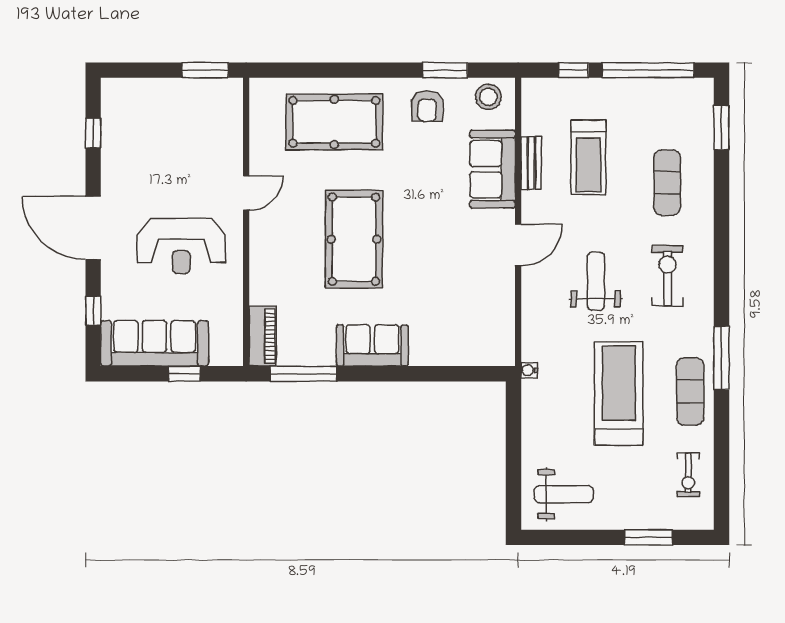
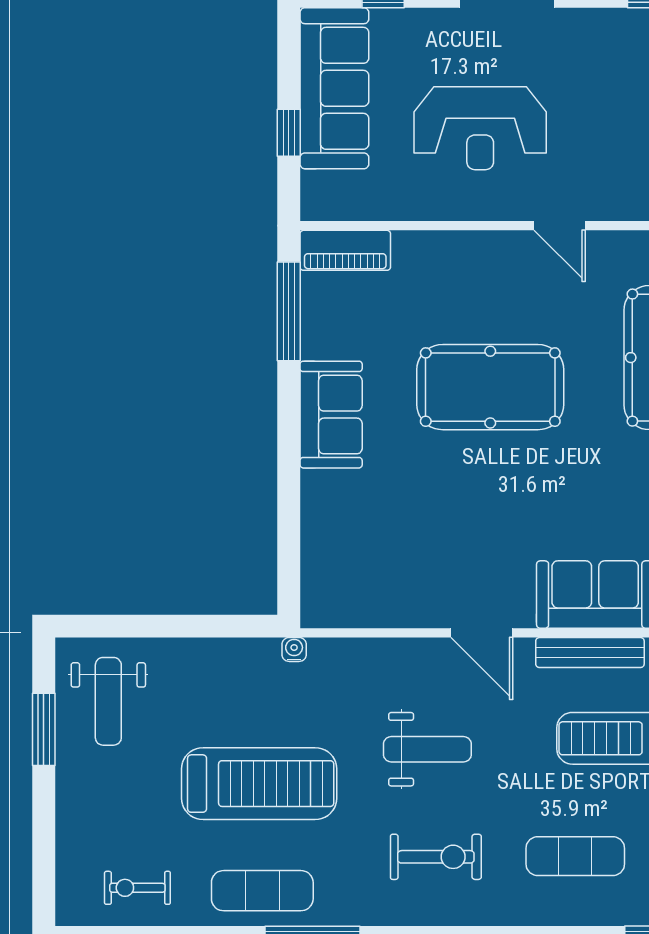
bench: (531, 163) -> (590, 653), width x1.36
reception desk: (181, 246) -> (480, 128), turned -90
window: (648, 537) -> (44, 729), moved

